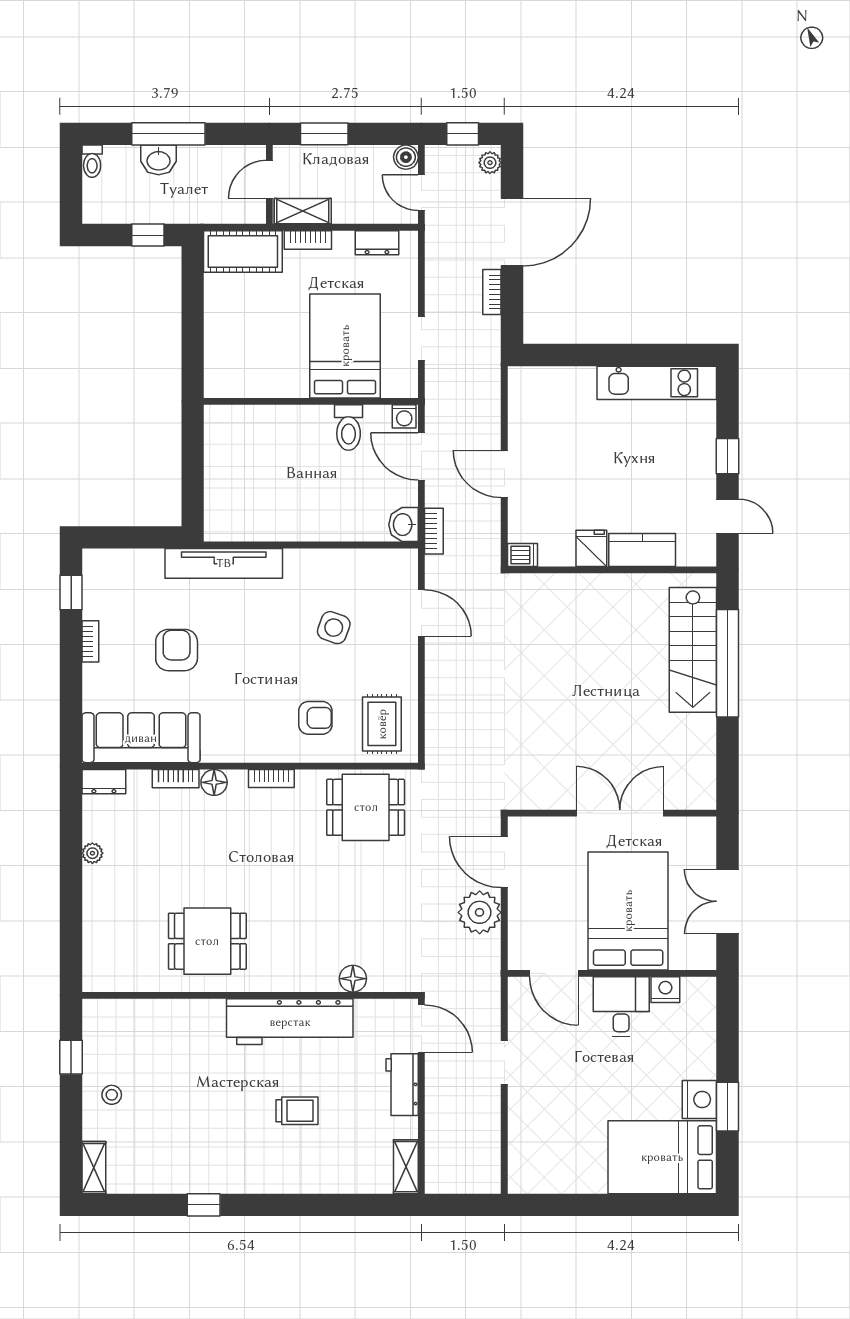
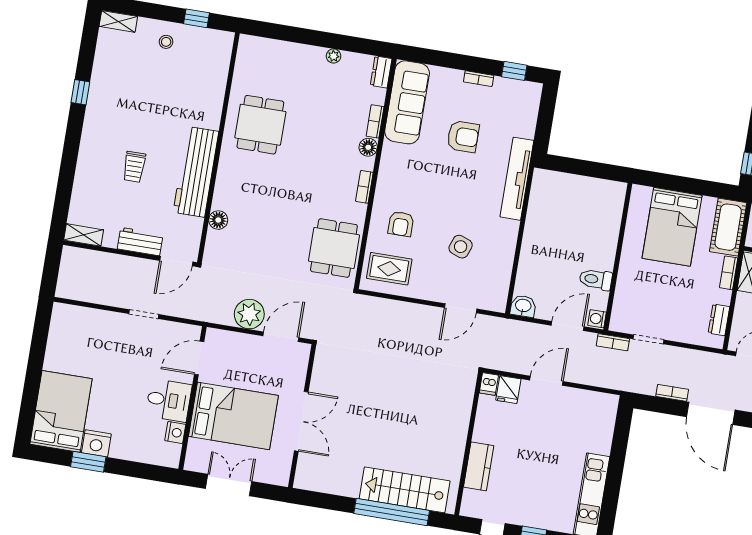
bed: (345, 346) -> (672, 227), moved, turned 90
bookcase: (434, 531) -> (613, 342), moved
fridge: (591, 548) -> (508, 390), moved, turned 90

